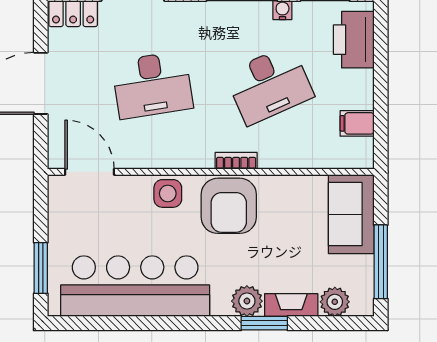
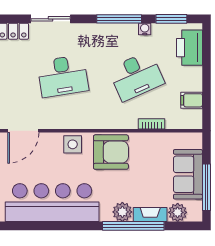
bookcase: (236, 161) -> (152, 124), moved
door: (90, 172) -> (23, 131), swing flipped
armchair: (229, 206) -> (111, 152), turned -90
sofa: (351, 214) -> (188, 174), moved
window: (264, 323) -> (133, 226), width x2.11

